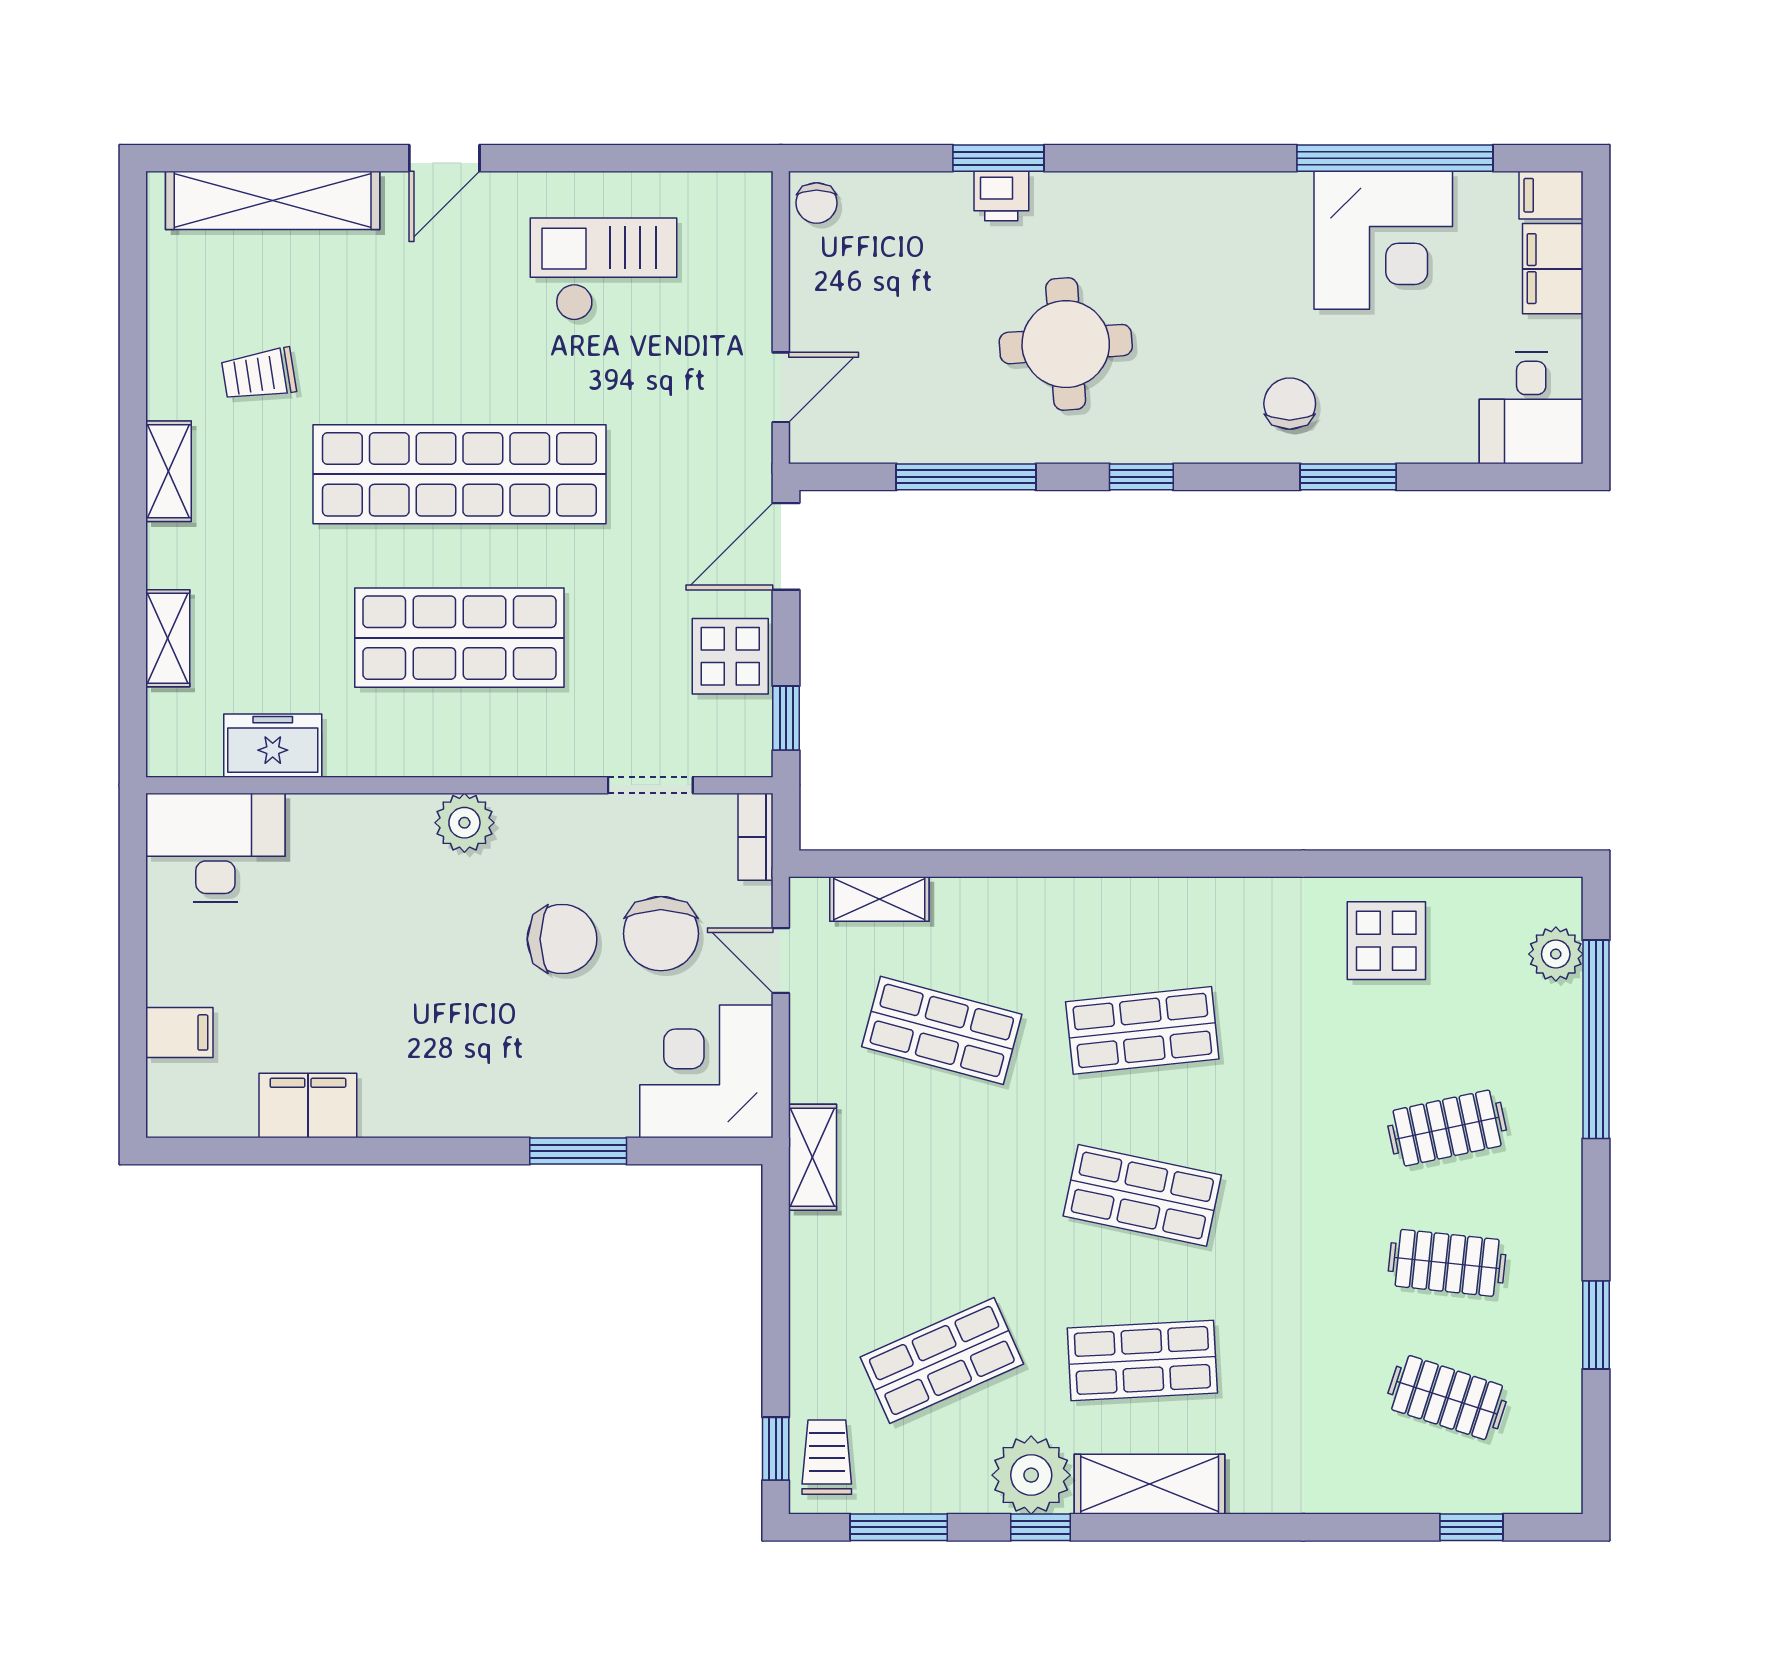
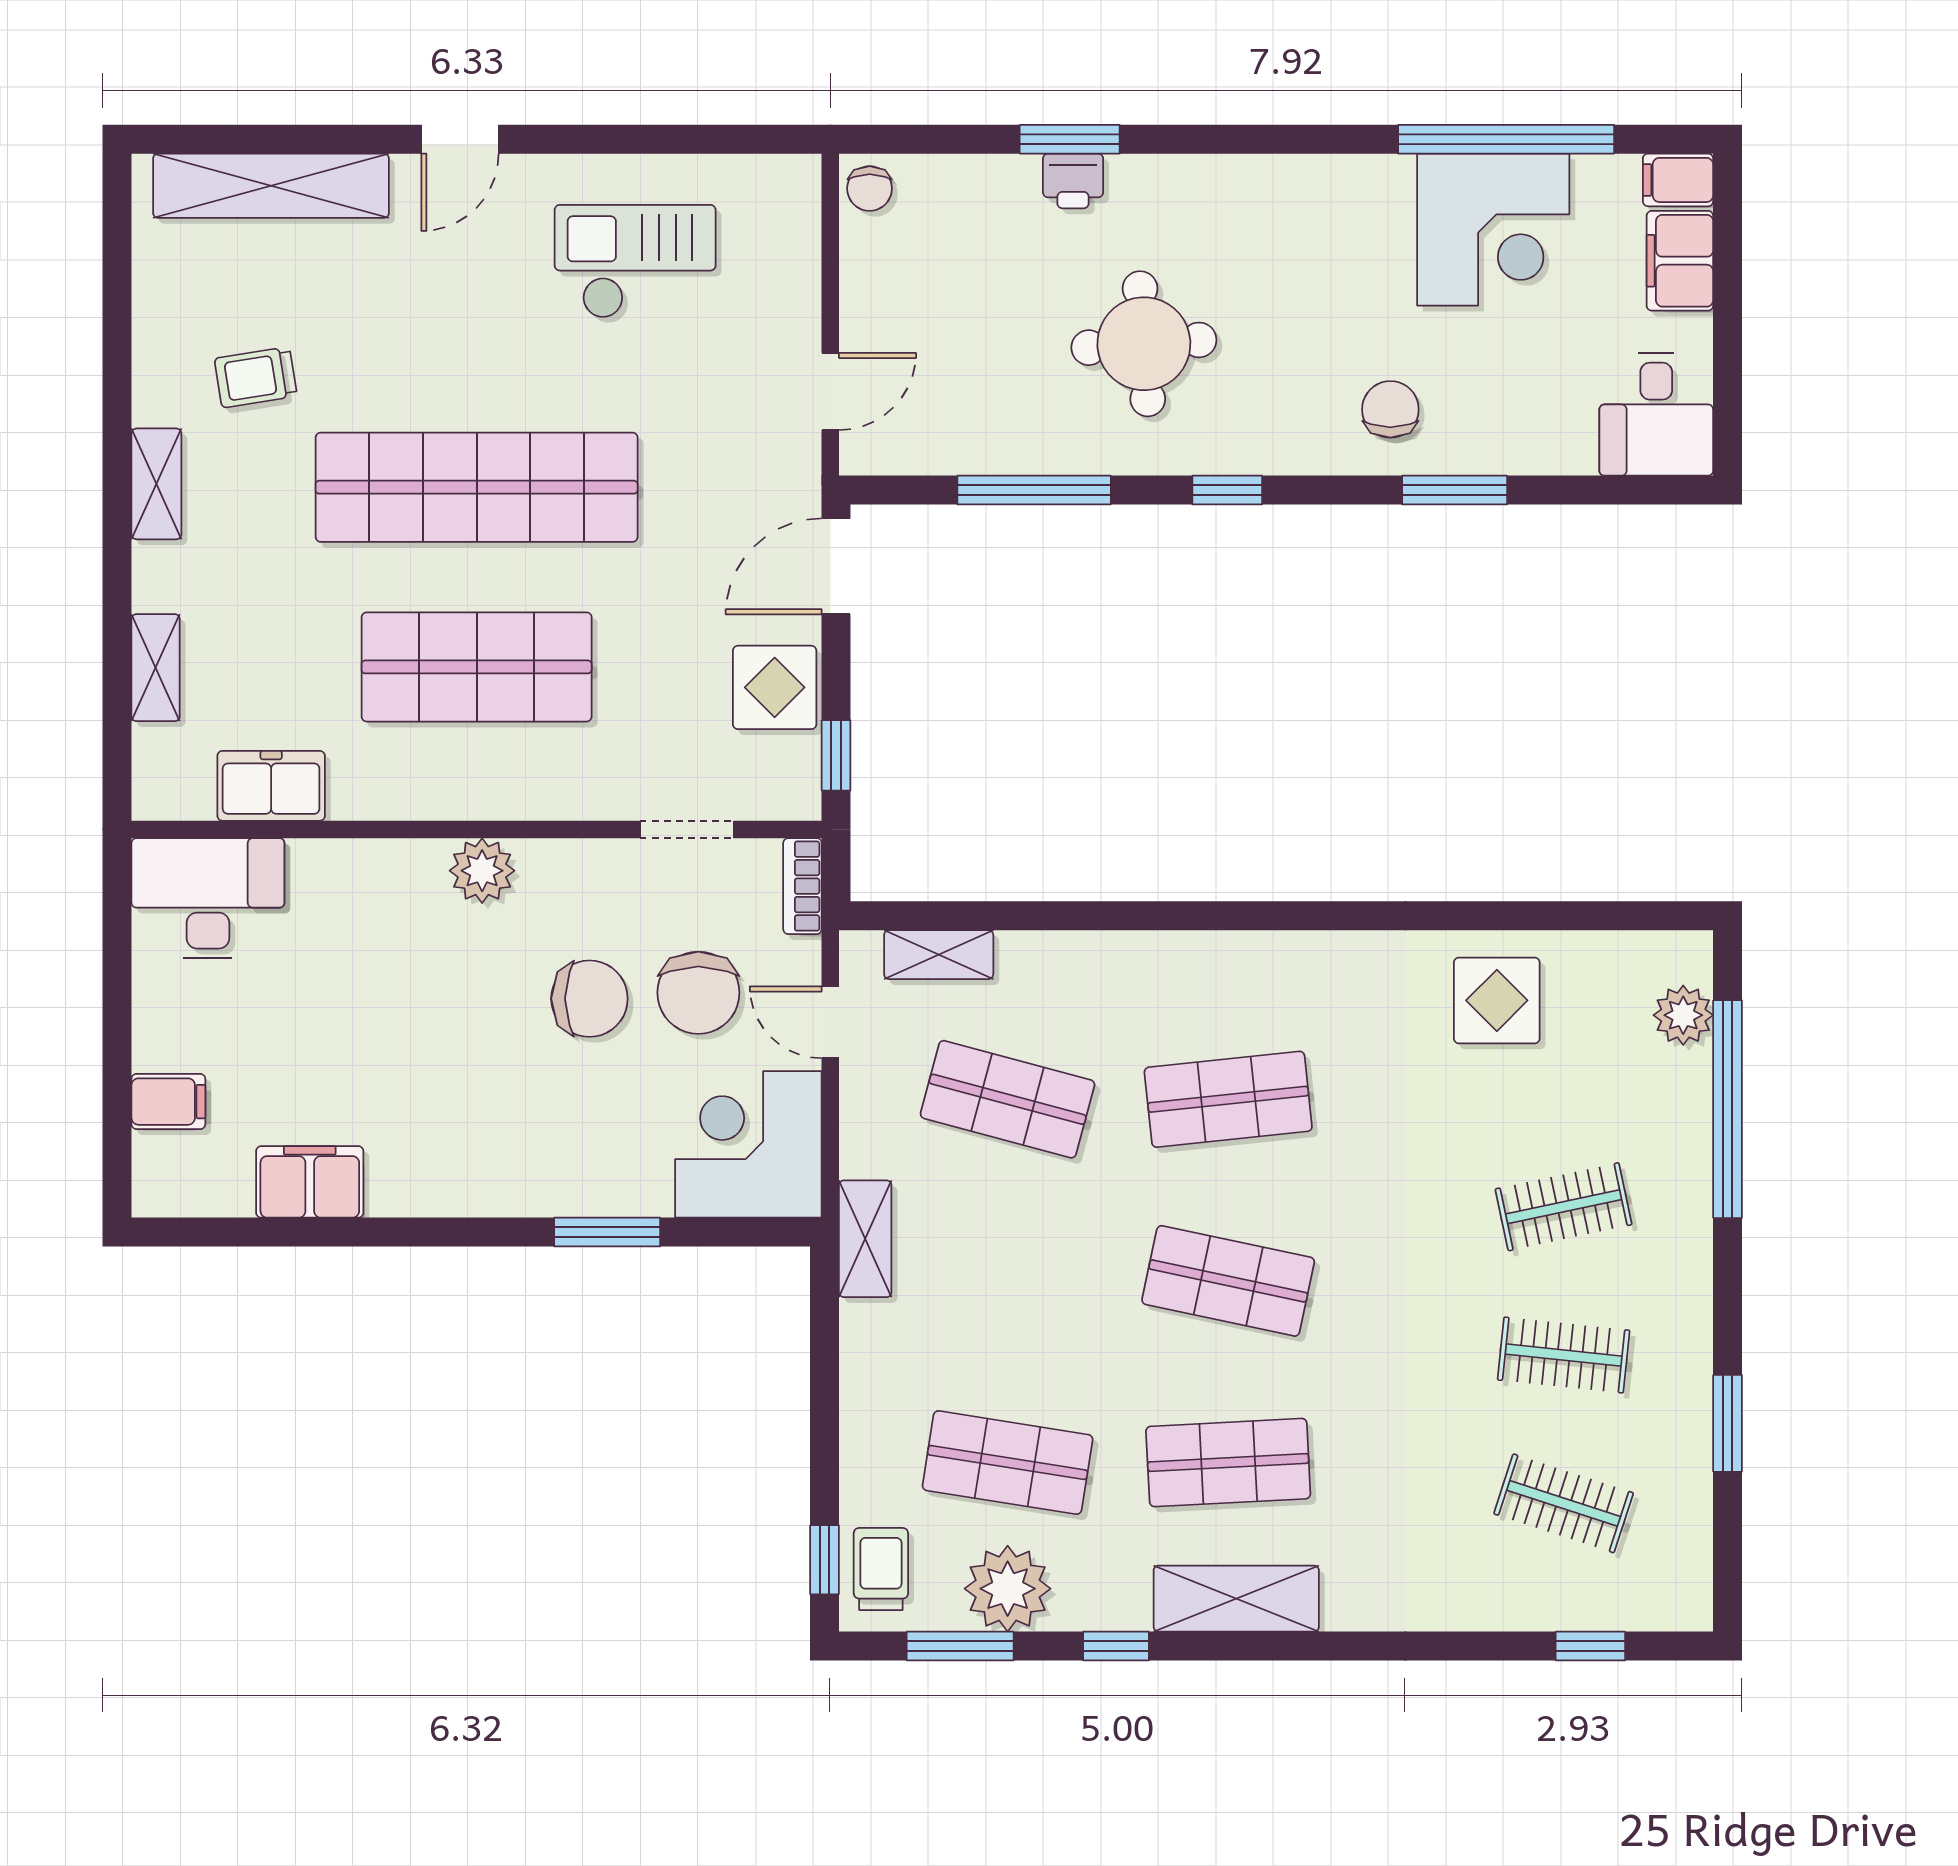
shop shelf: (942, 1360) -> (1008, 1463), turned 33
plant: (1031, 1475) -> (1008, 1589), moved

